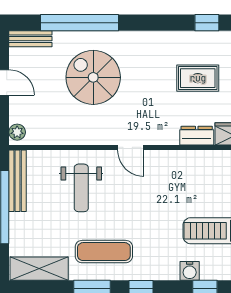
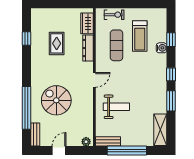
spiral stairs: (93, 77) -> (56, 100), turned 90
dresser: (197, 136) -> (88, 48), width x1.44
bench: (18, 181) -> (108, 141), width x0.73
exercise mat: (104, 252) -> (116, 45), moved

